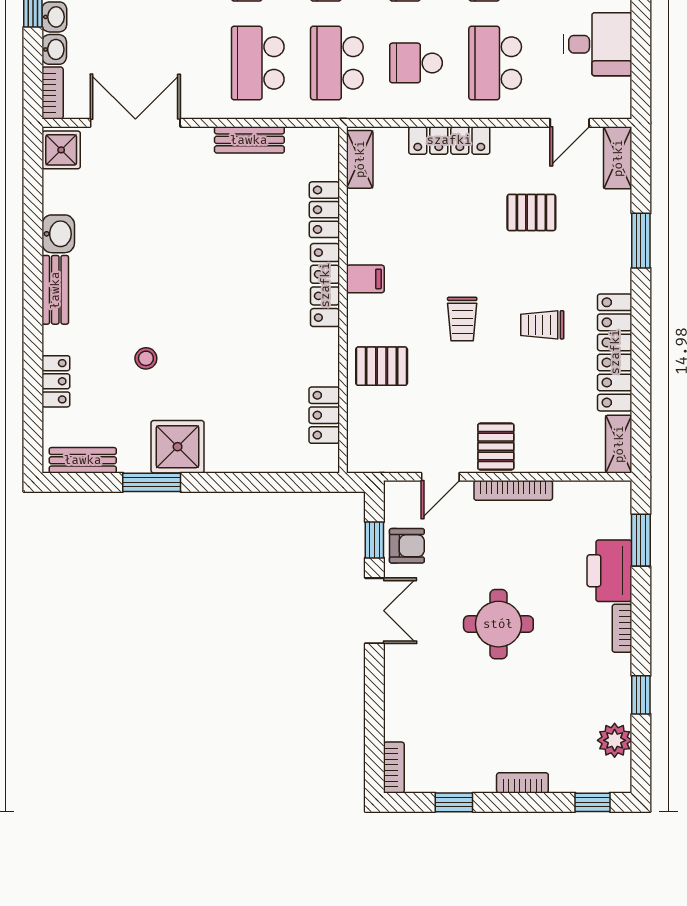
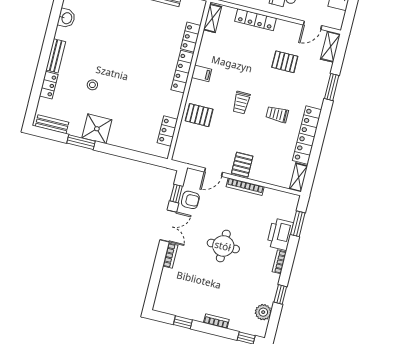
bench: (55, 290) -> (56, 56), moved
bookcase: (394, 767) -> (170, 256), moved

